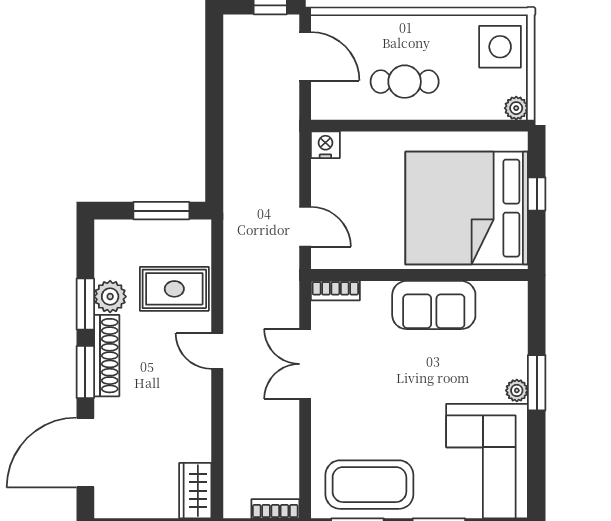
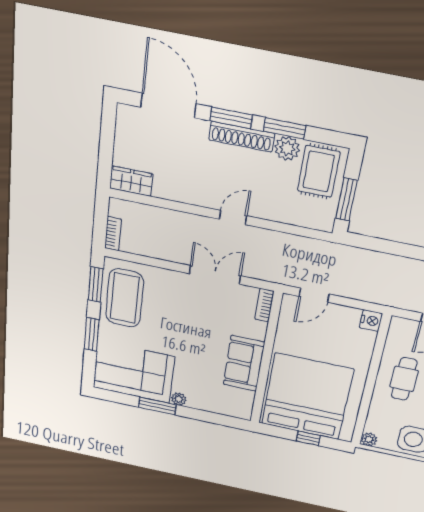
rug: (174, 289) -> (319, 171), moved
window: (537, 383) -> (157, 406), moved

